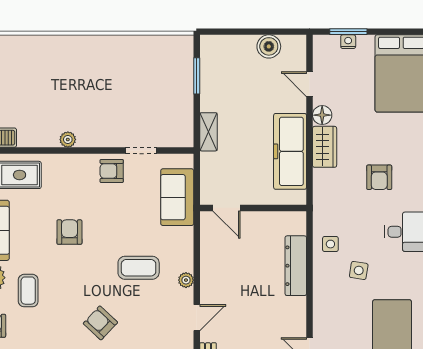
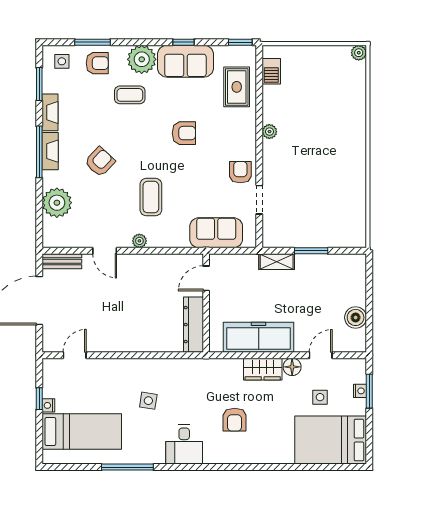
window: (197, 76) -> (311, 251), moved
armchair: (379, 177) -> (235, 420), turned -90
side table: (330, 244) -> (320, 397), moved
dresser: (296, 266) -> (193, 325), moved, turned -90

